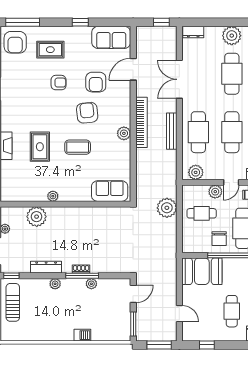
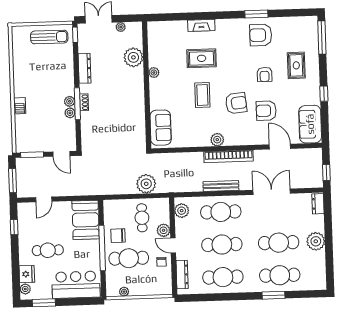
armchair: (15, 42) -> (261, 35), moved
plant: (55, 284) -> (70, 101), moved

